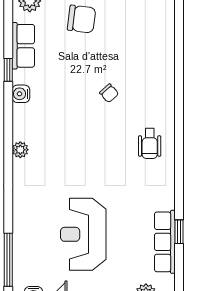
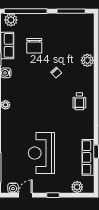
chair: (82, 19) -> (34, 46), moved, turned 83
plant: (164, 72) -> (87, 60), added

